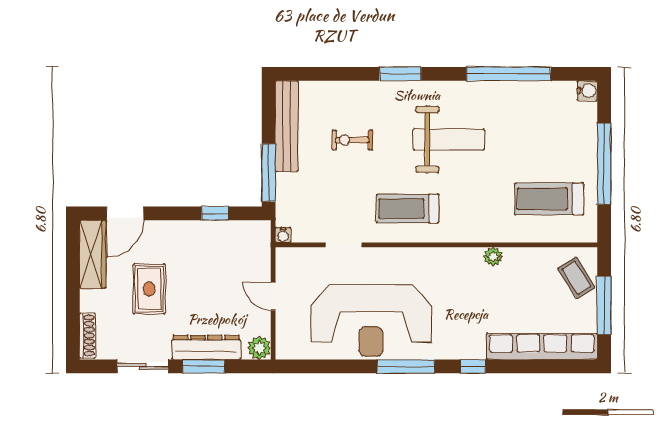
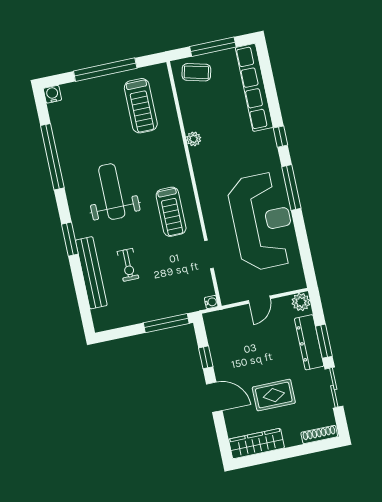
bench: (287, 126) -> (91, 273), moved, turned 90
door: (125, 213) -> (214, 397), moved
coffee table: (576, 278) -> (196, 72), turned 46

